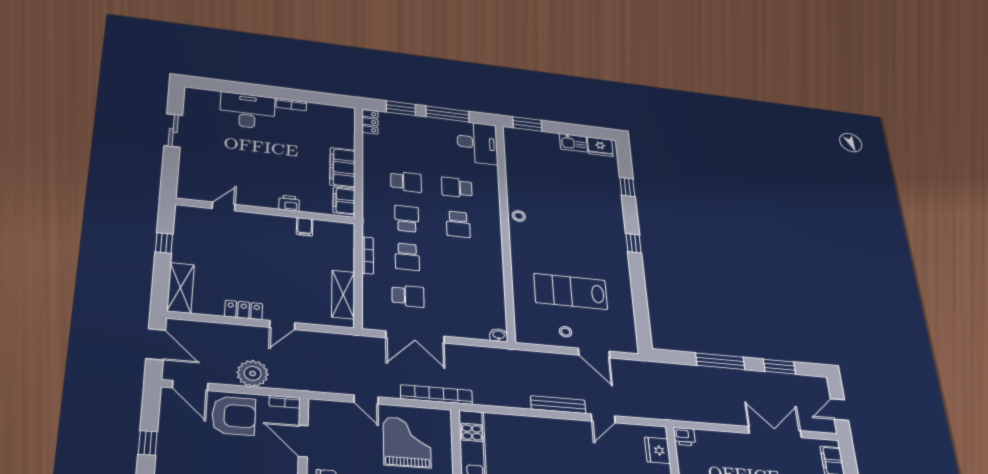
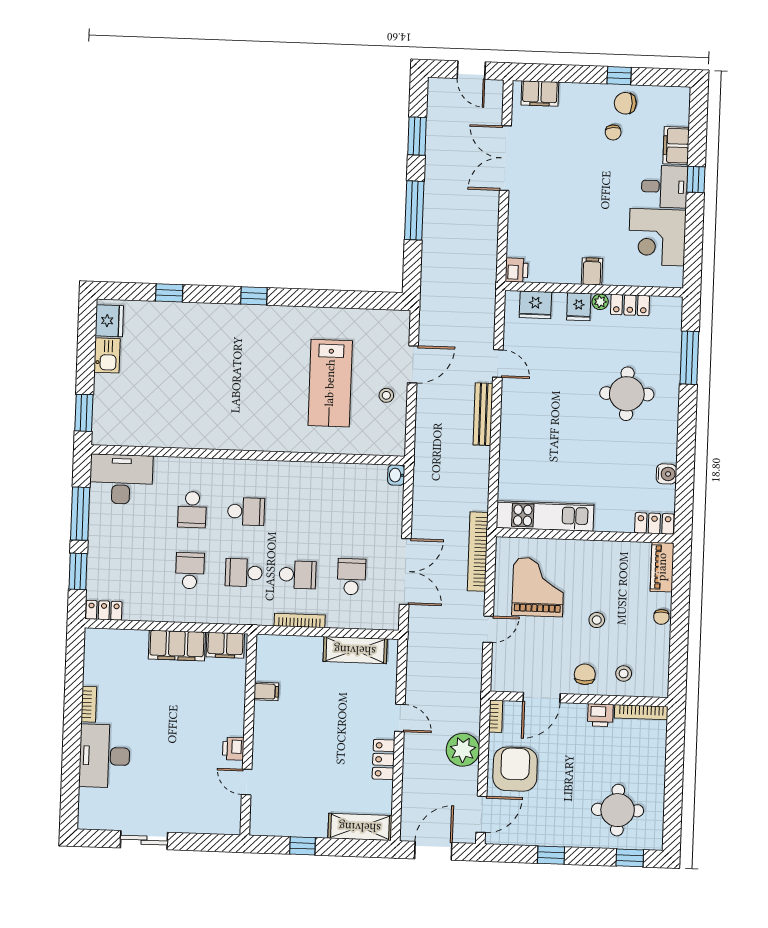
printer: (289, 203) -> (233, 749), moved
stool: (519, 216) -> (227, 436), removed
grand piano: (407, 442) -> (538, 587), turned 90

